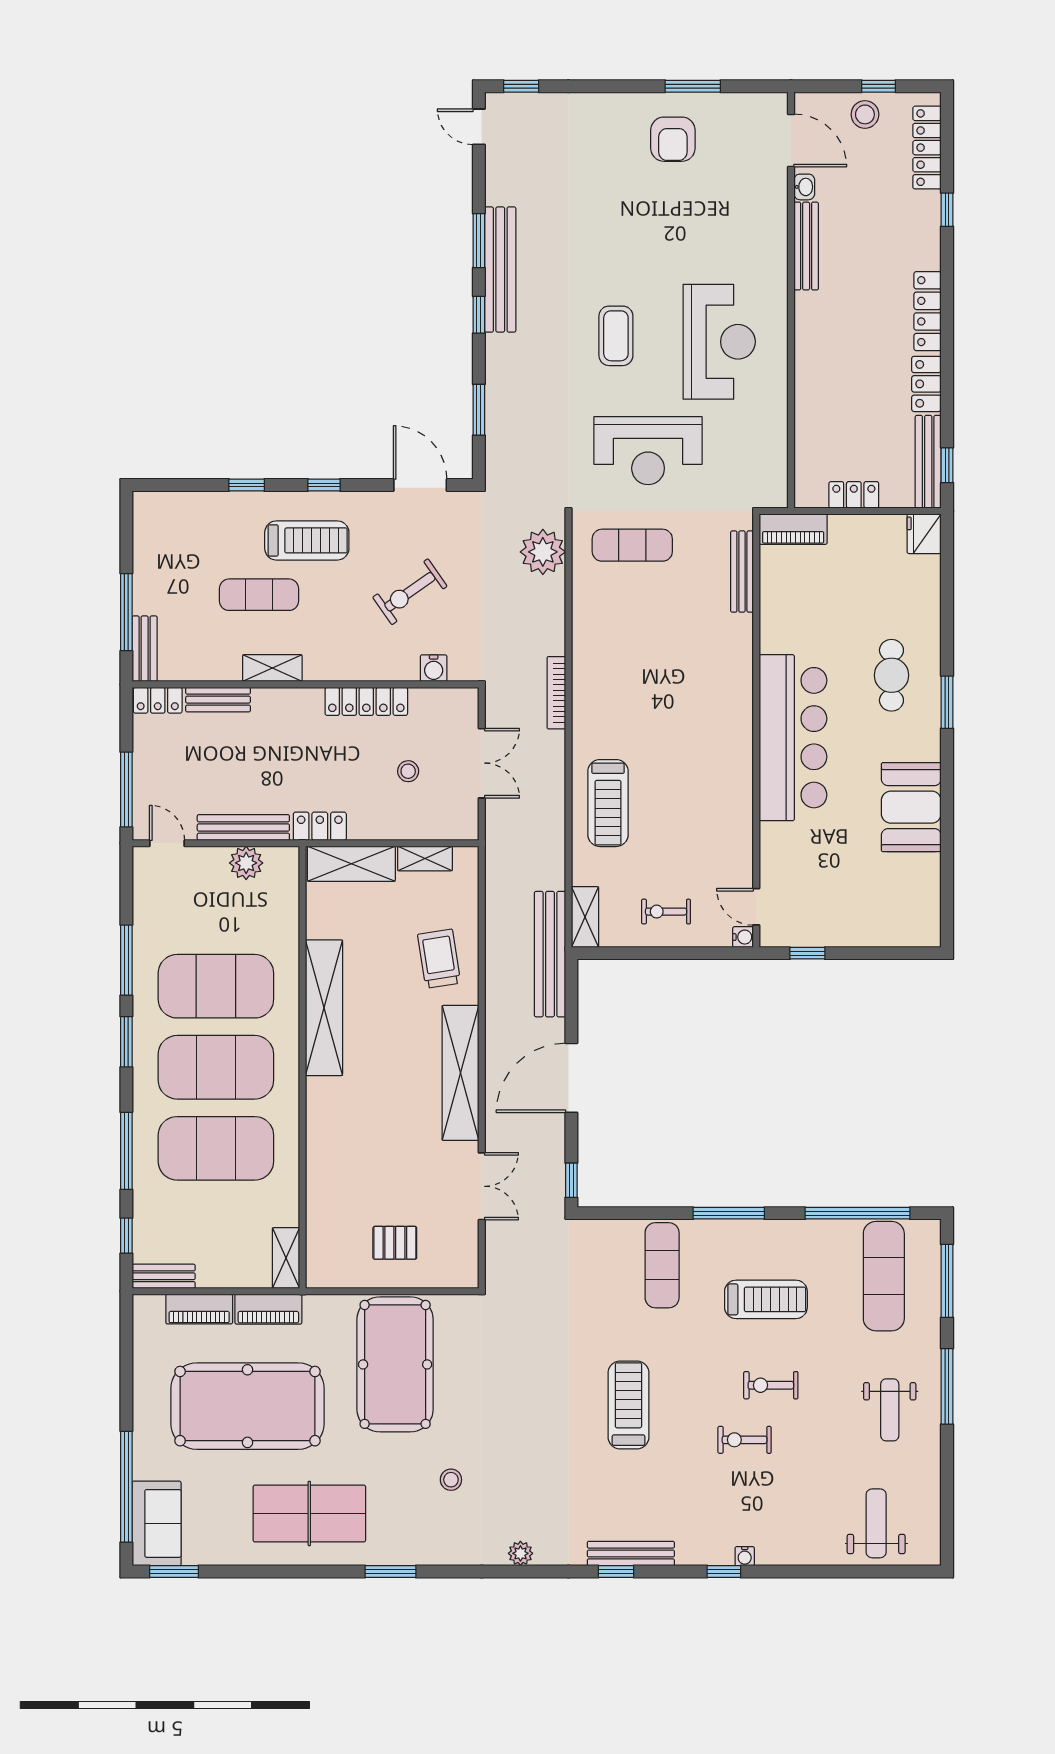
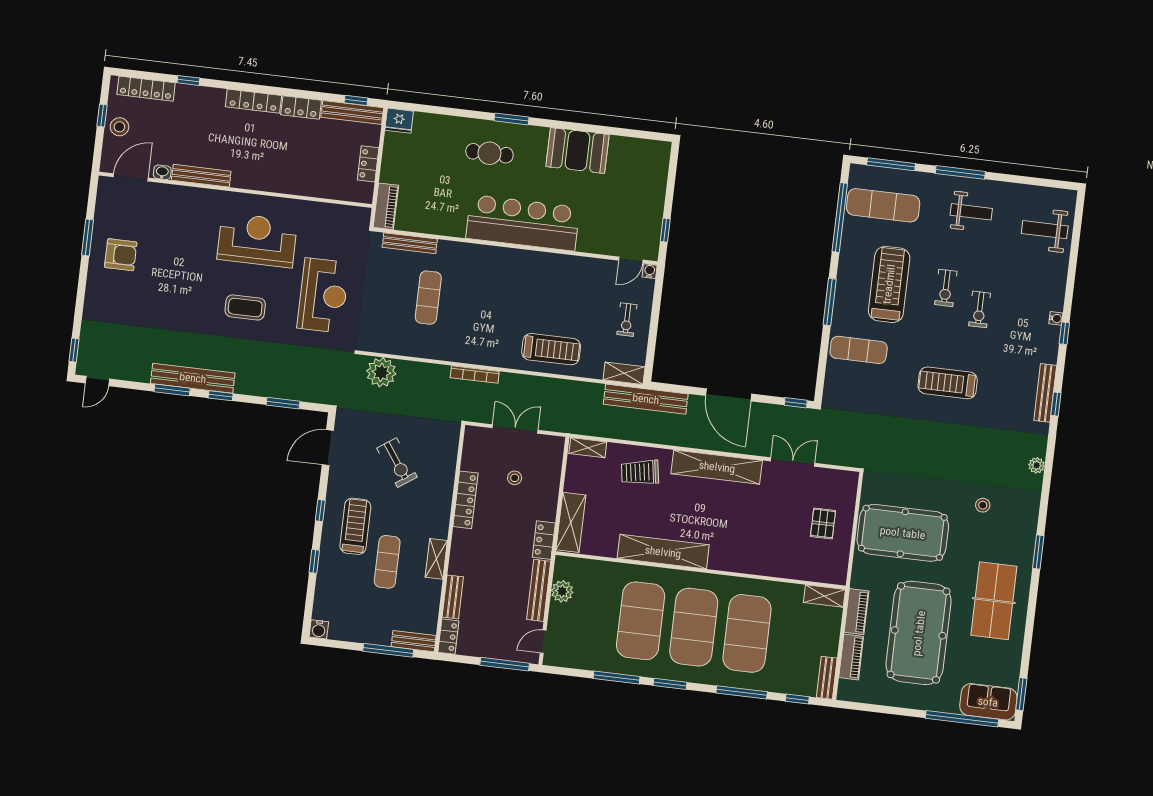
exercise mat: (632, 545) -> (428, 298), moved
water cooler: (434, 668) -> (319, 629), moved, turned 90
shelving: (425, 859) -> (588, 448), moved, turned 90
treadmill: (766, 1299) -> (889, 284), width x1.37, depth x1.37

